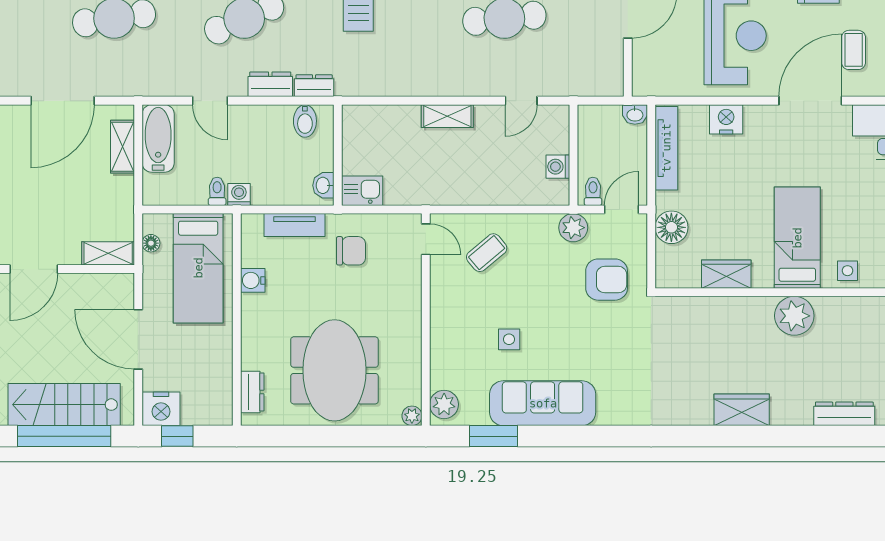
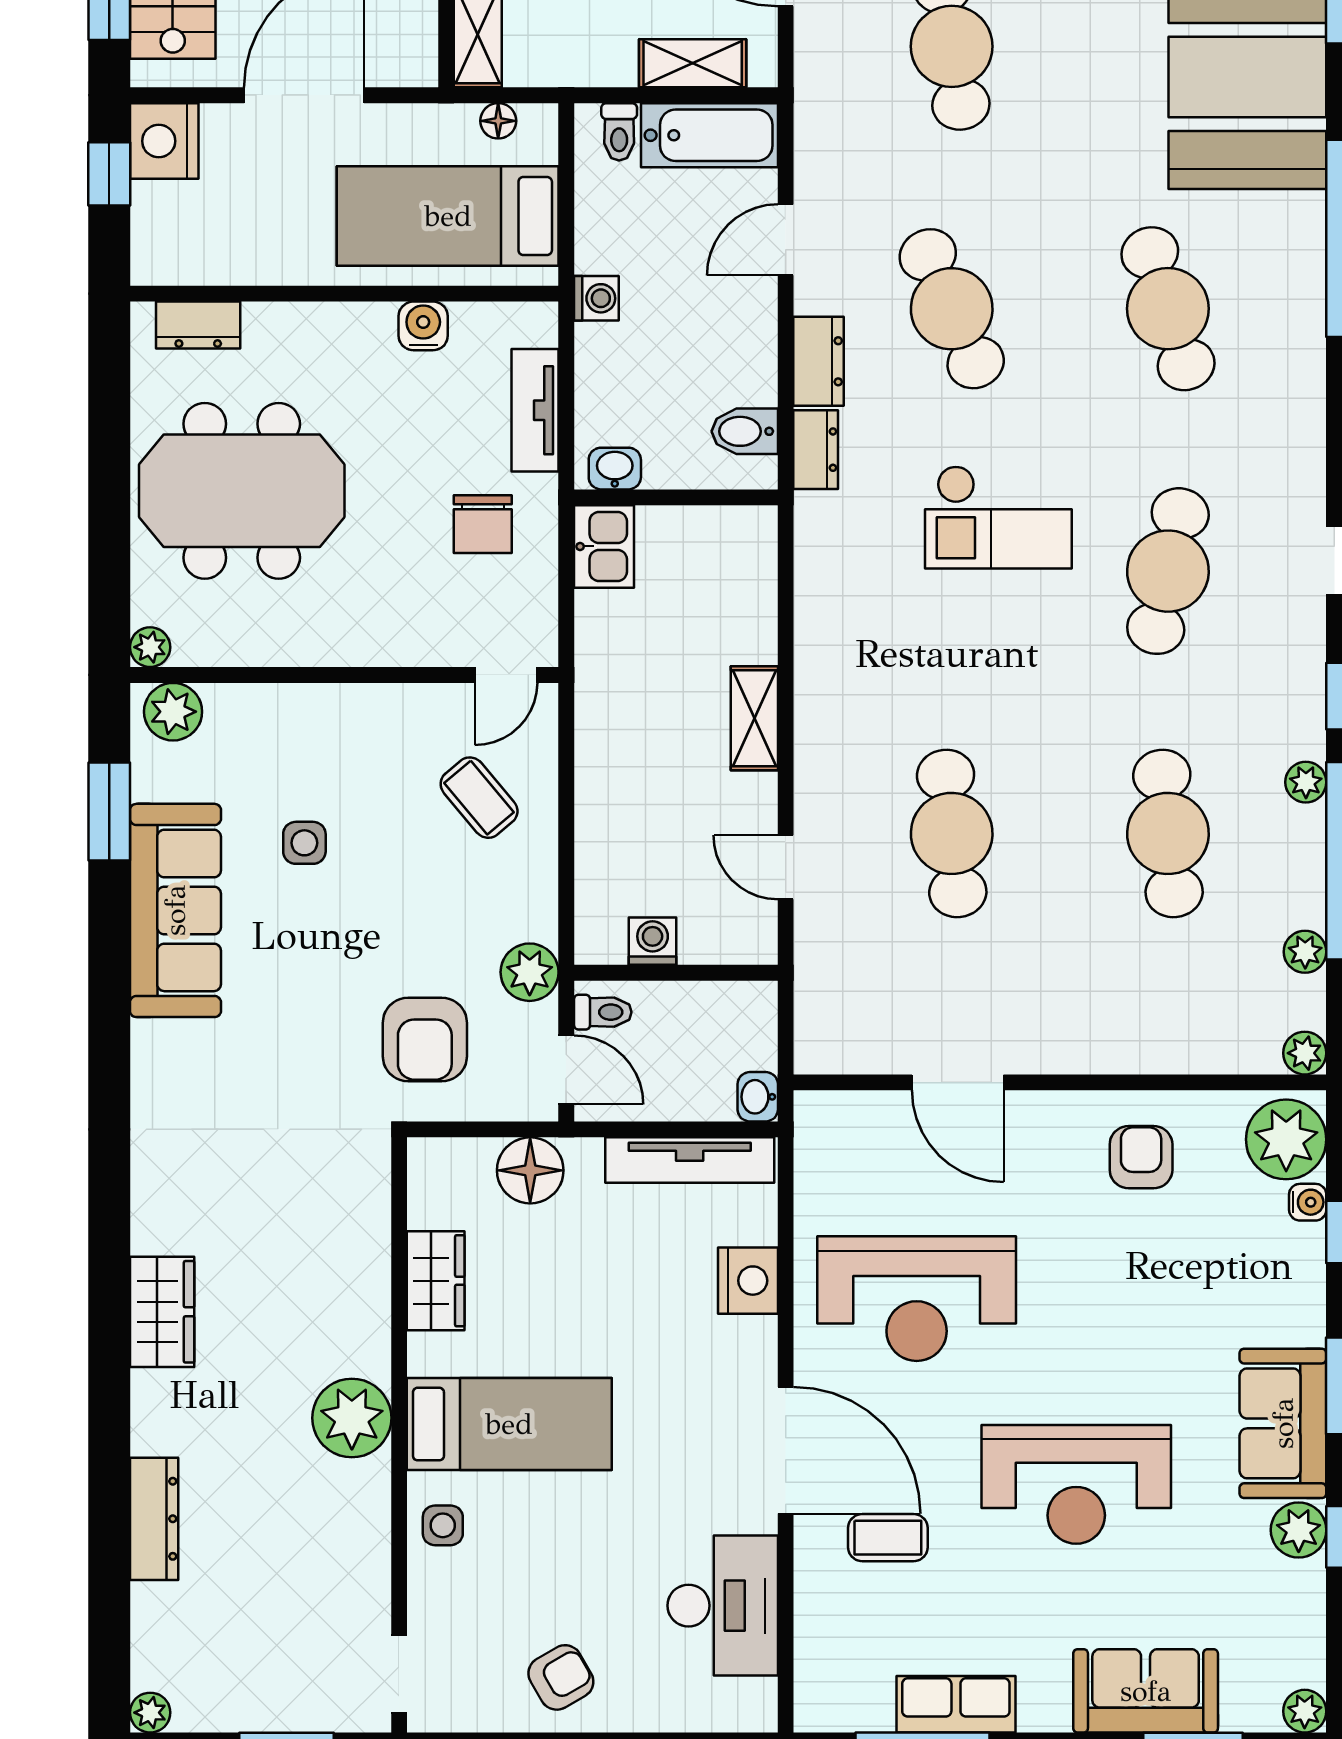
toilet: (217, 191) -> (619, 132), moved, turned 90

